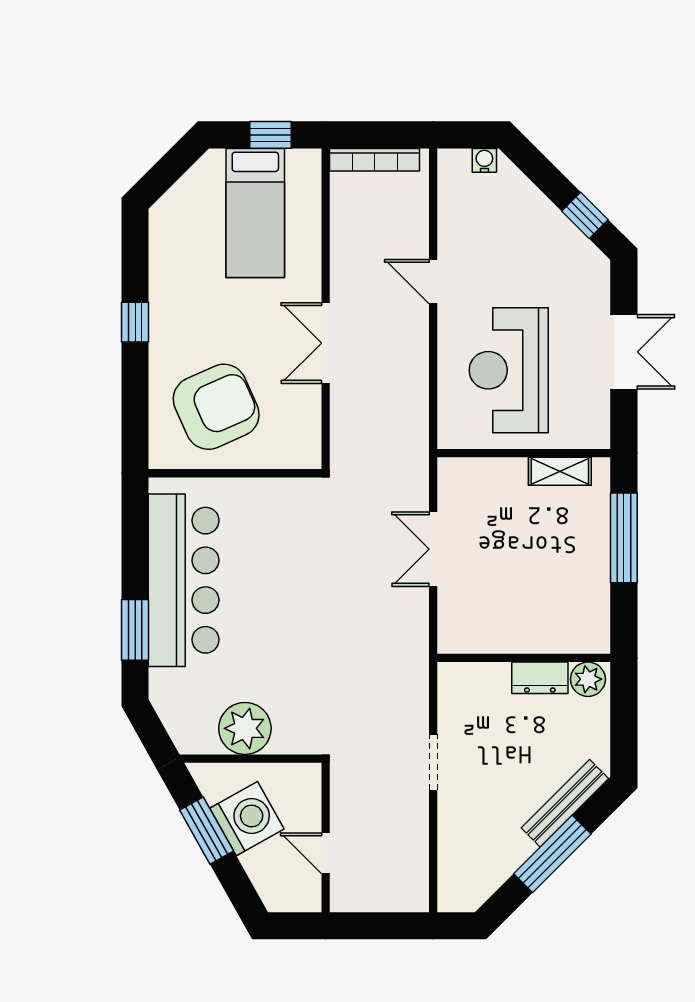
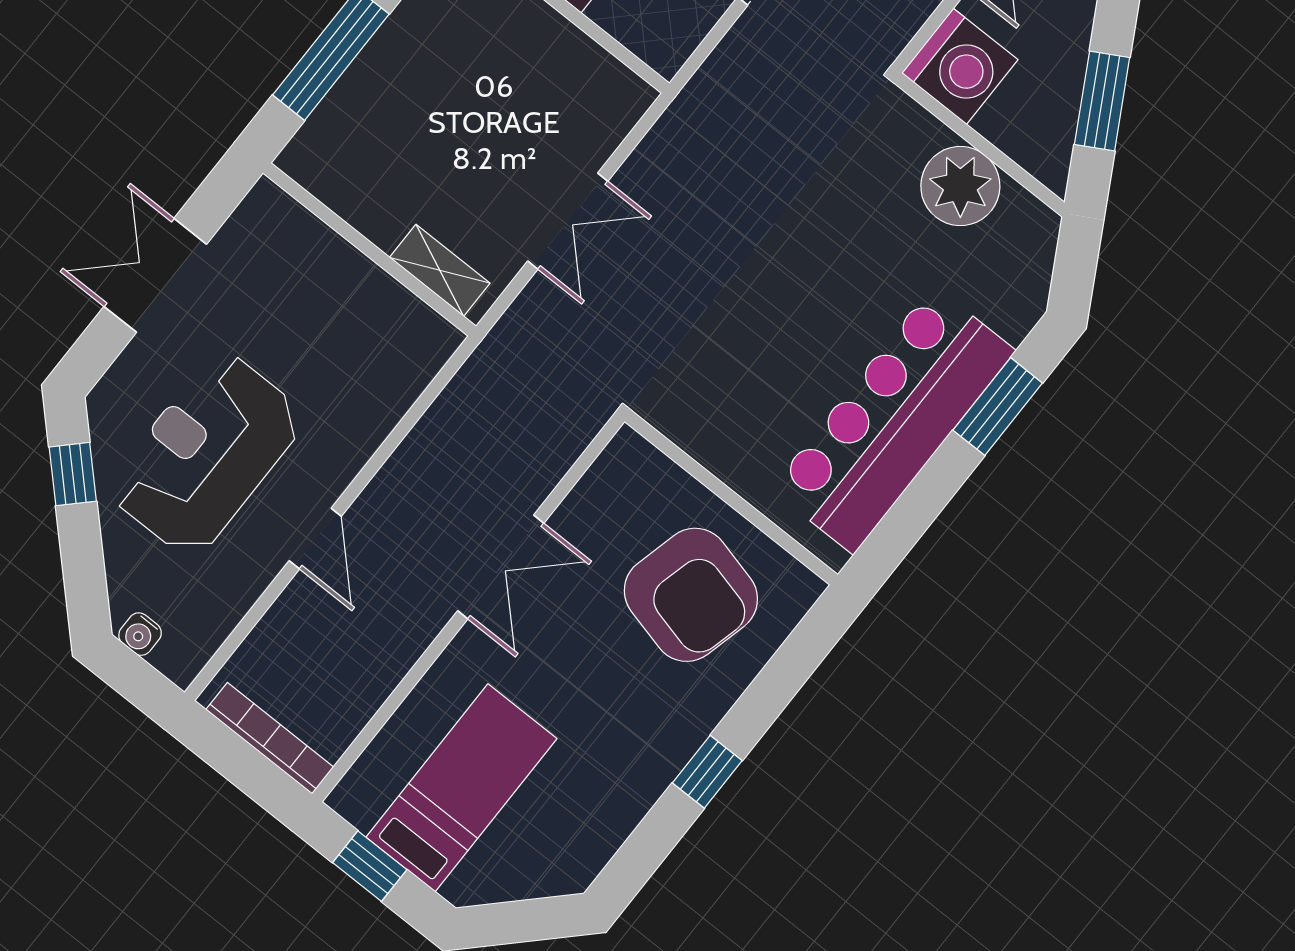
reception desk: (509, 370) -> (206, 454), moved, turned 180
armchair: (216, 407) -> (691, 595), turned -142
shelving: (560, 471) -> (440, 270), moved
washing machine: (247, 819) -> (960, 66), moved, turned -151

